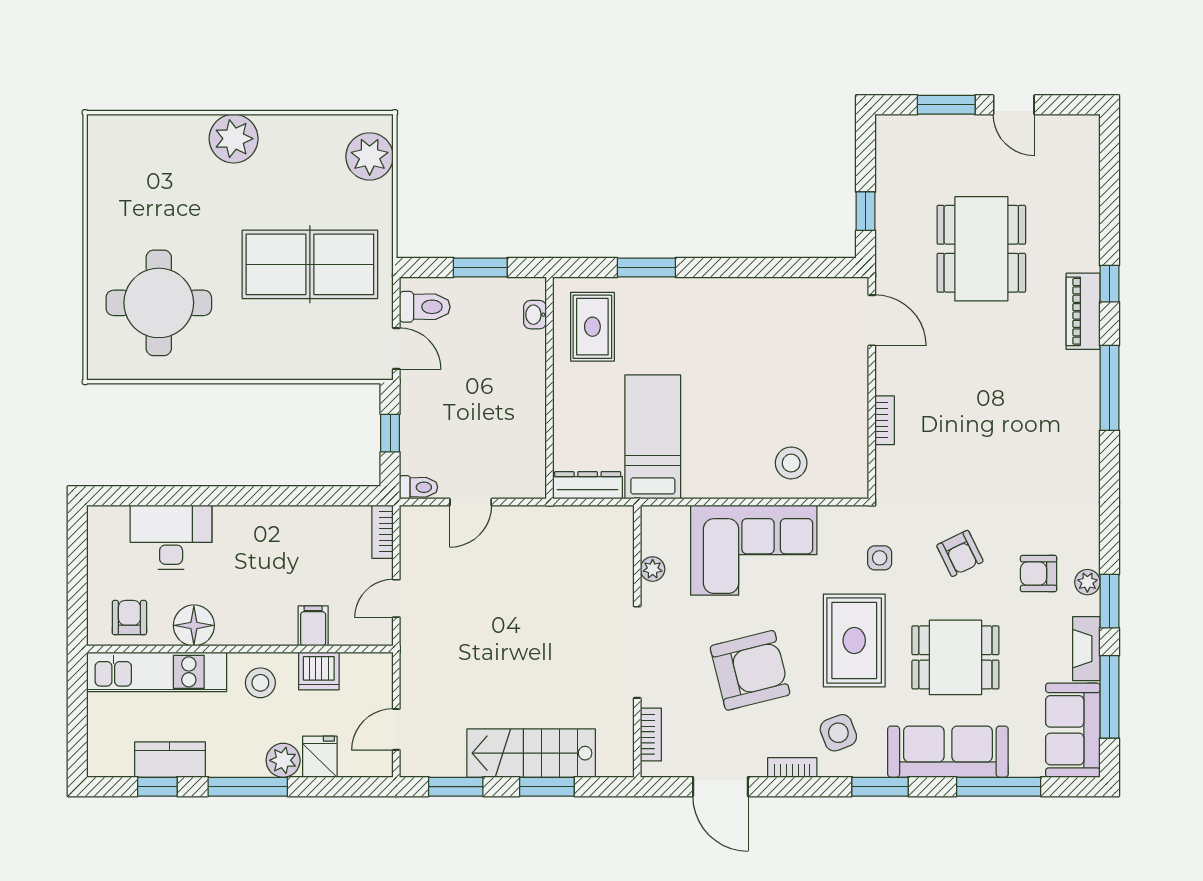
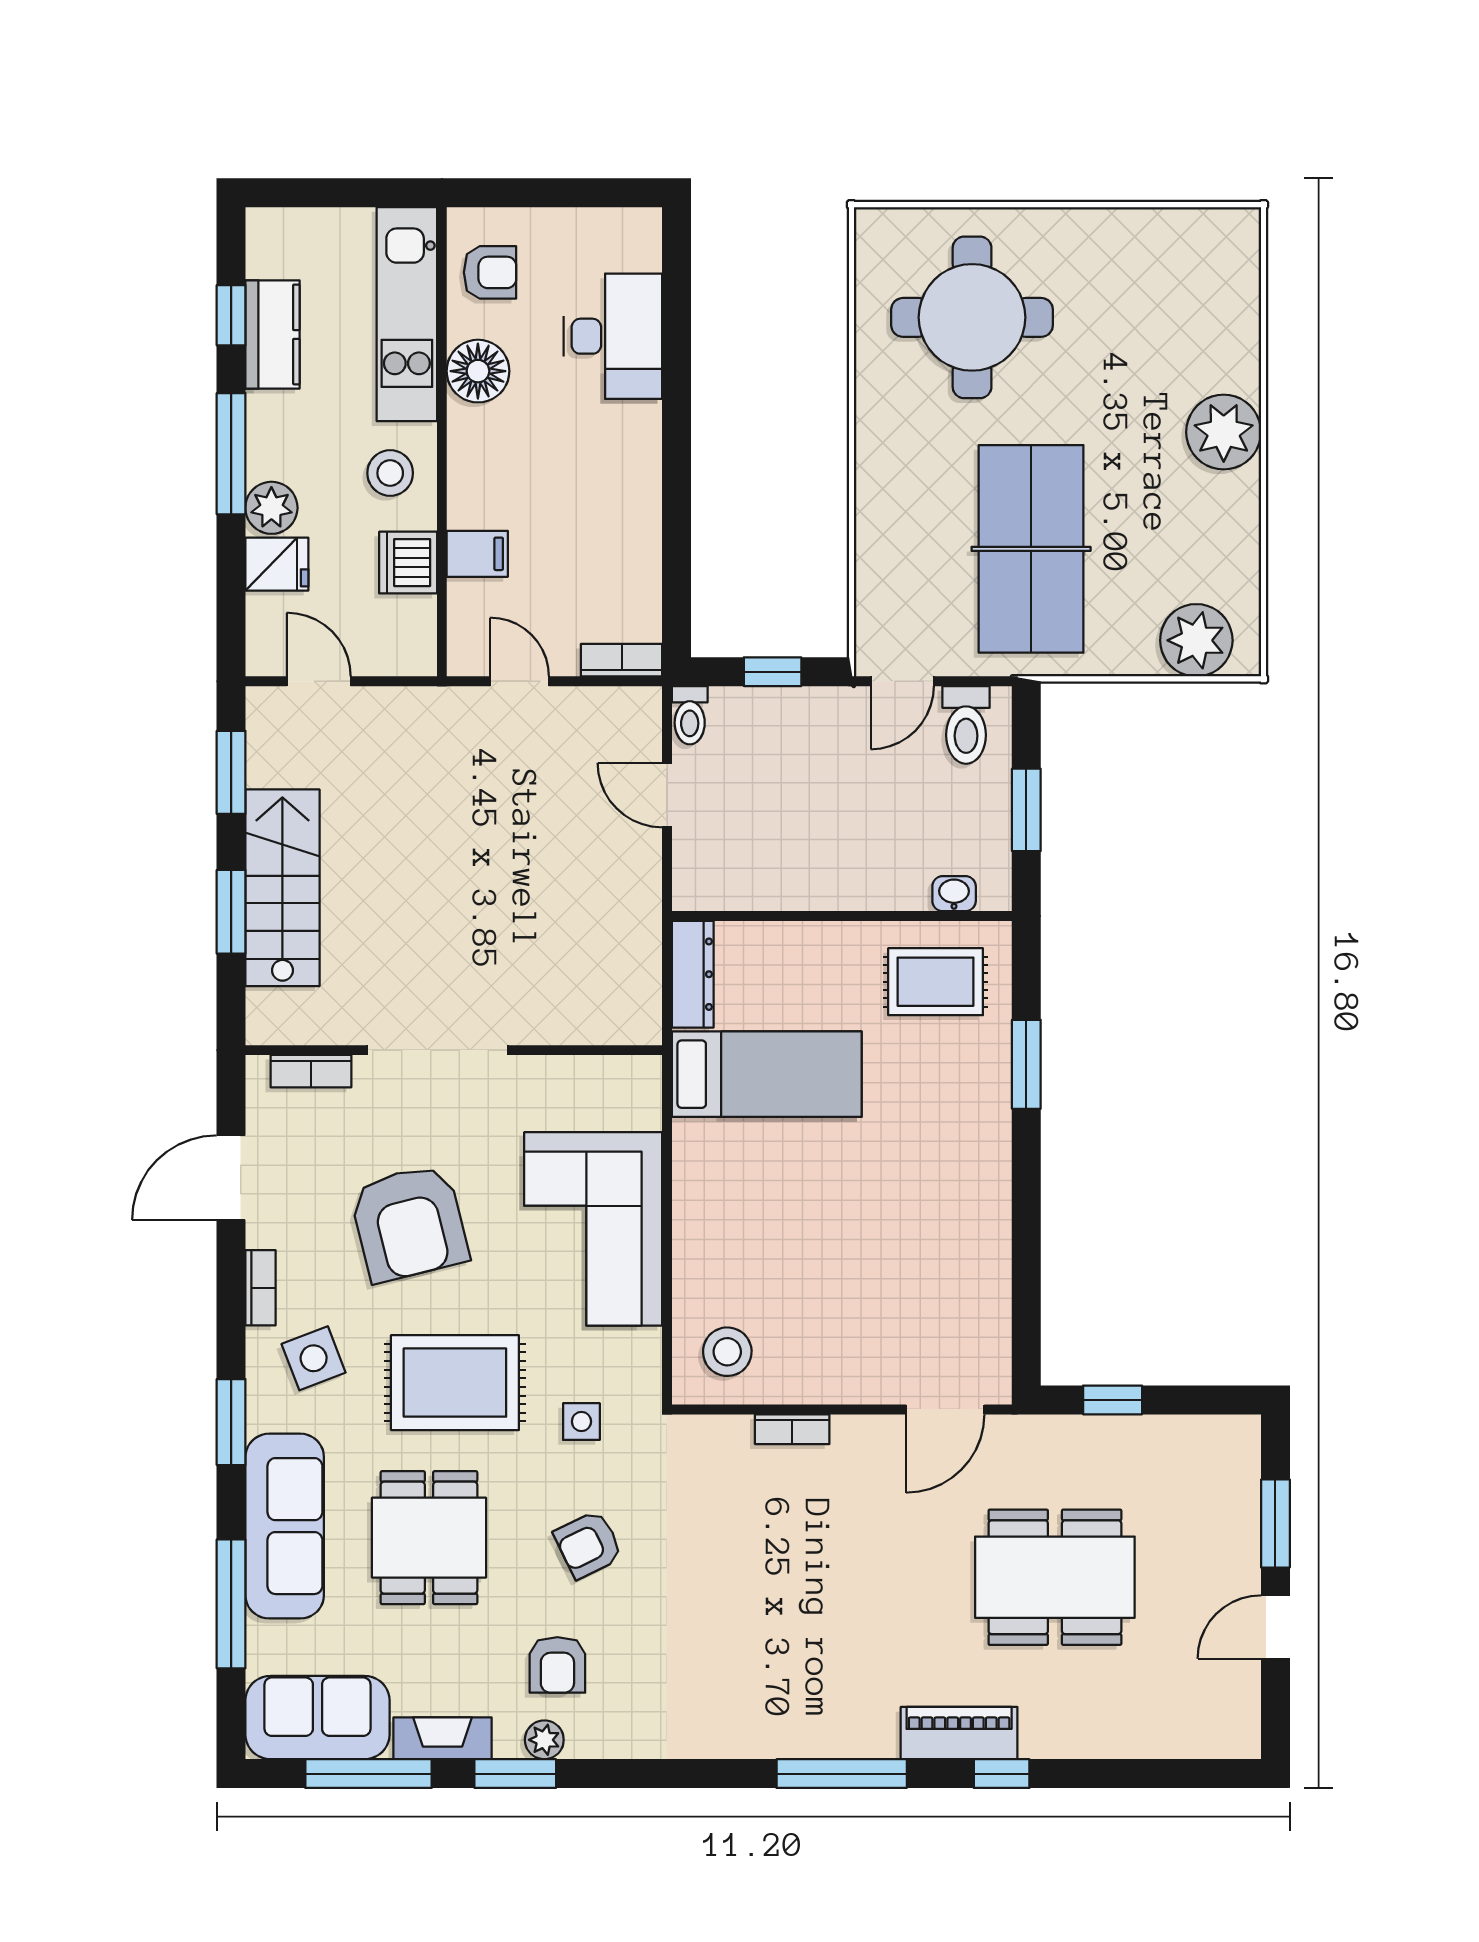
stool: (791, 463) -> (727, 1352), moved
plant: (653, 569) -> (564, 1074), removed
armchair: (1039, 574) -> (557, 1665), turned 180

